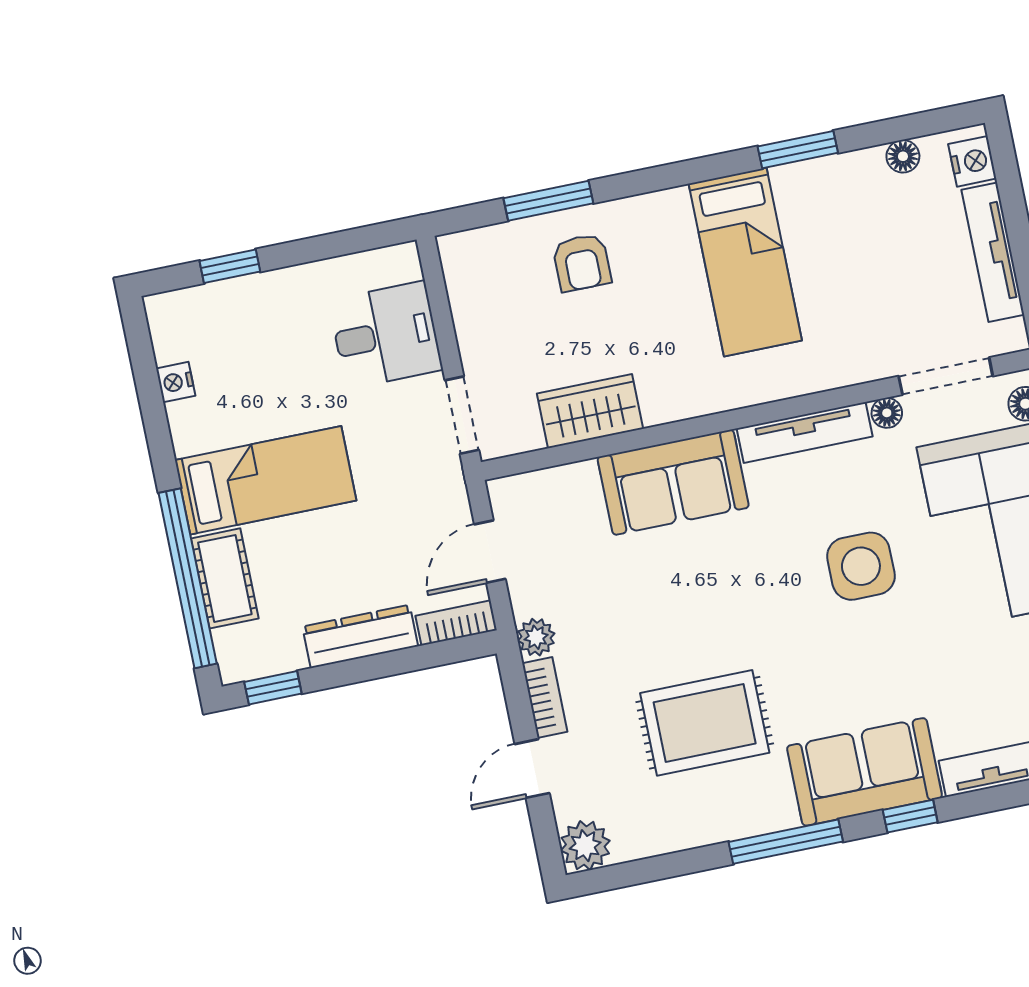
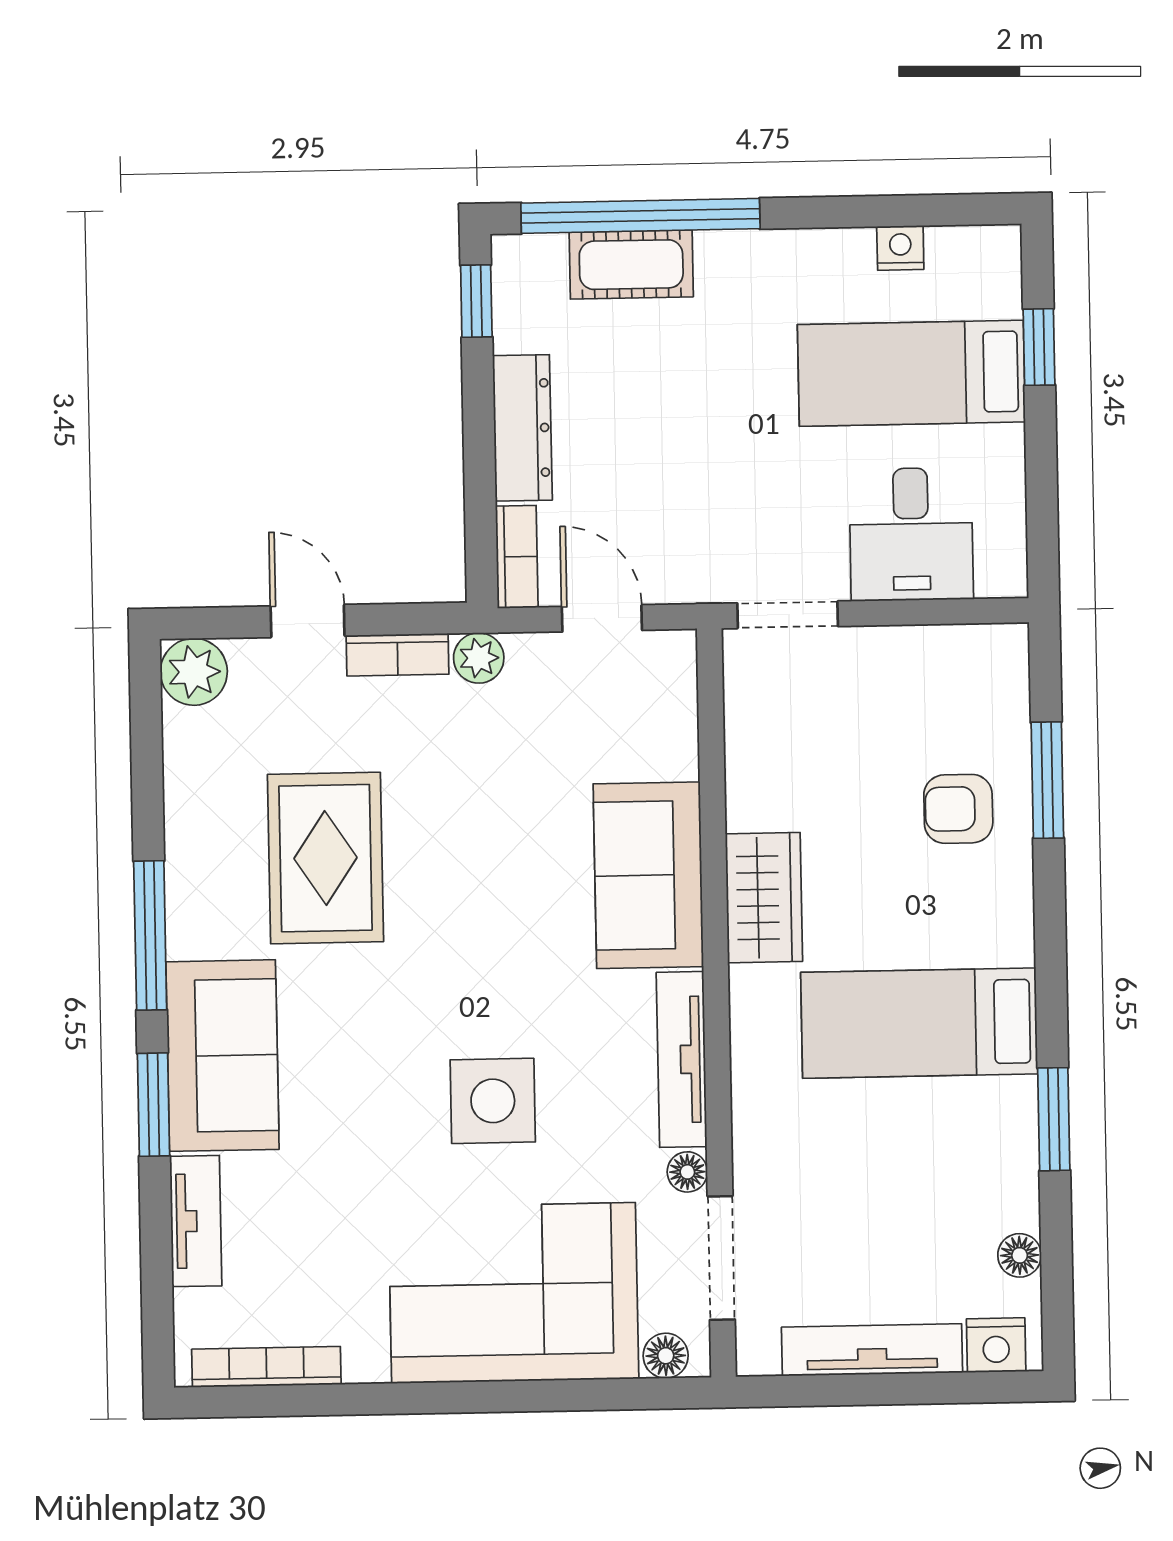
wardrobe: (590, 411) -> (764, 898), moved
bed: (266, 480) -> (911, 373), moved, turned 90
window: (910, 816) -> (153, 1105), width x1.50

